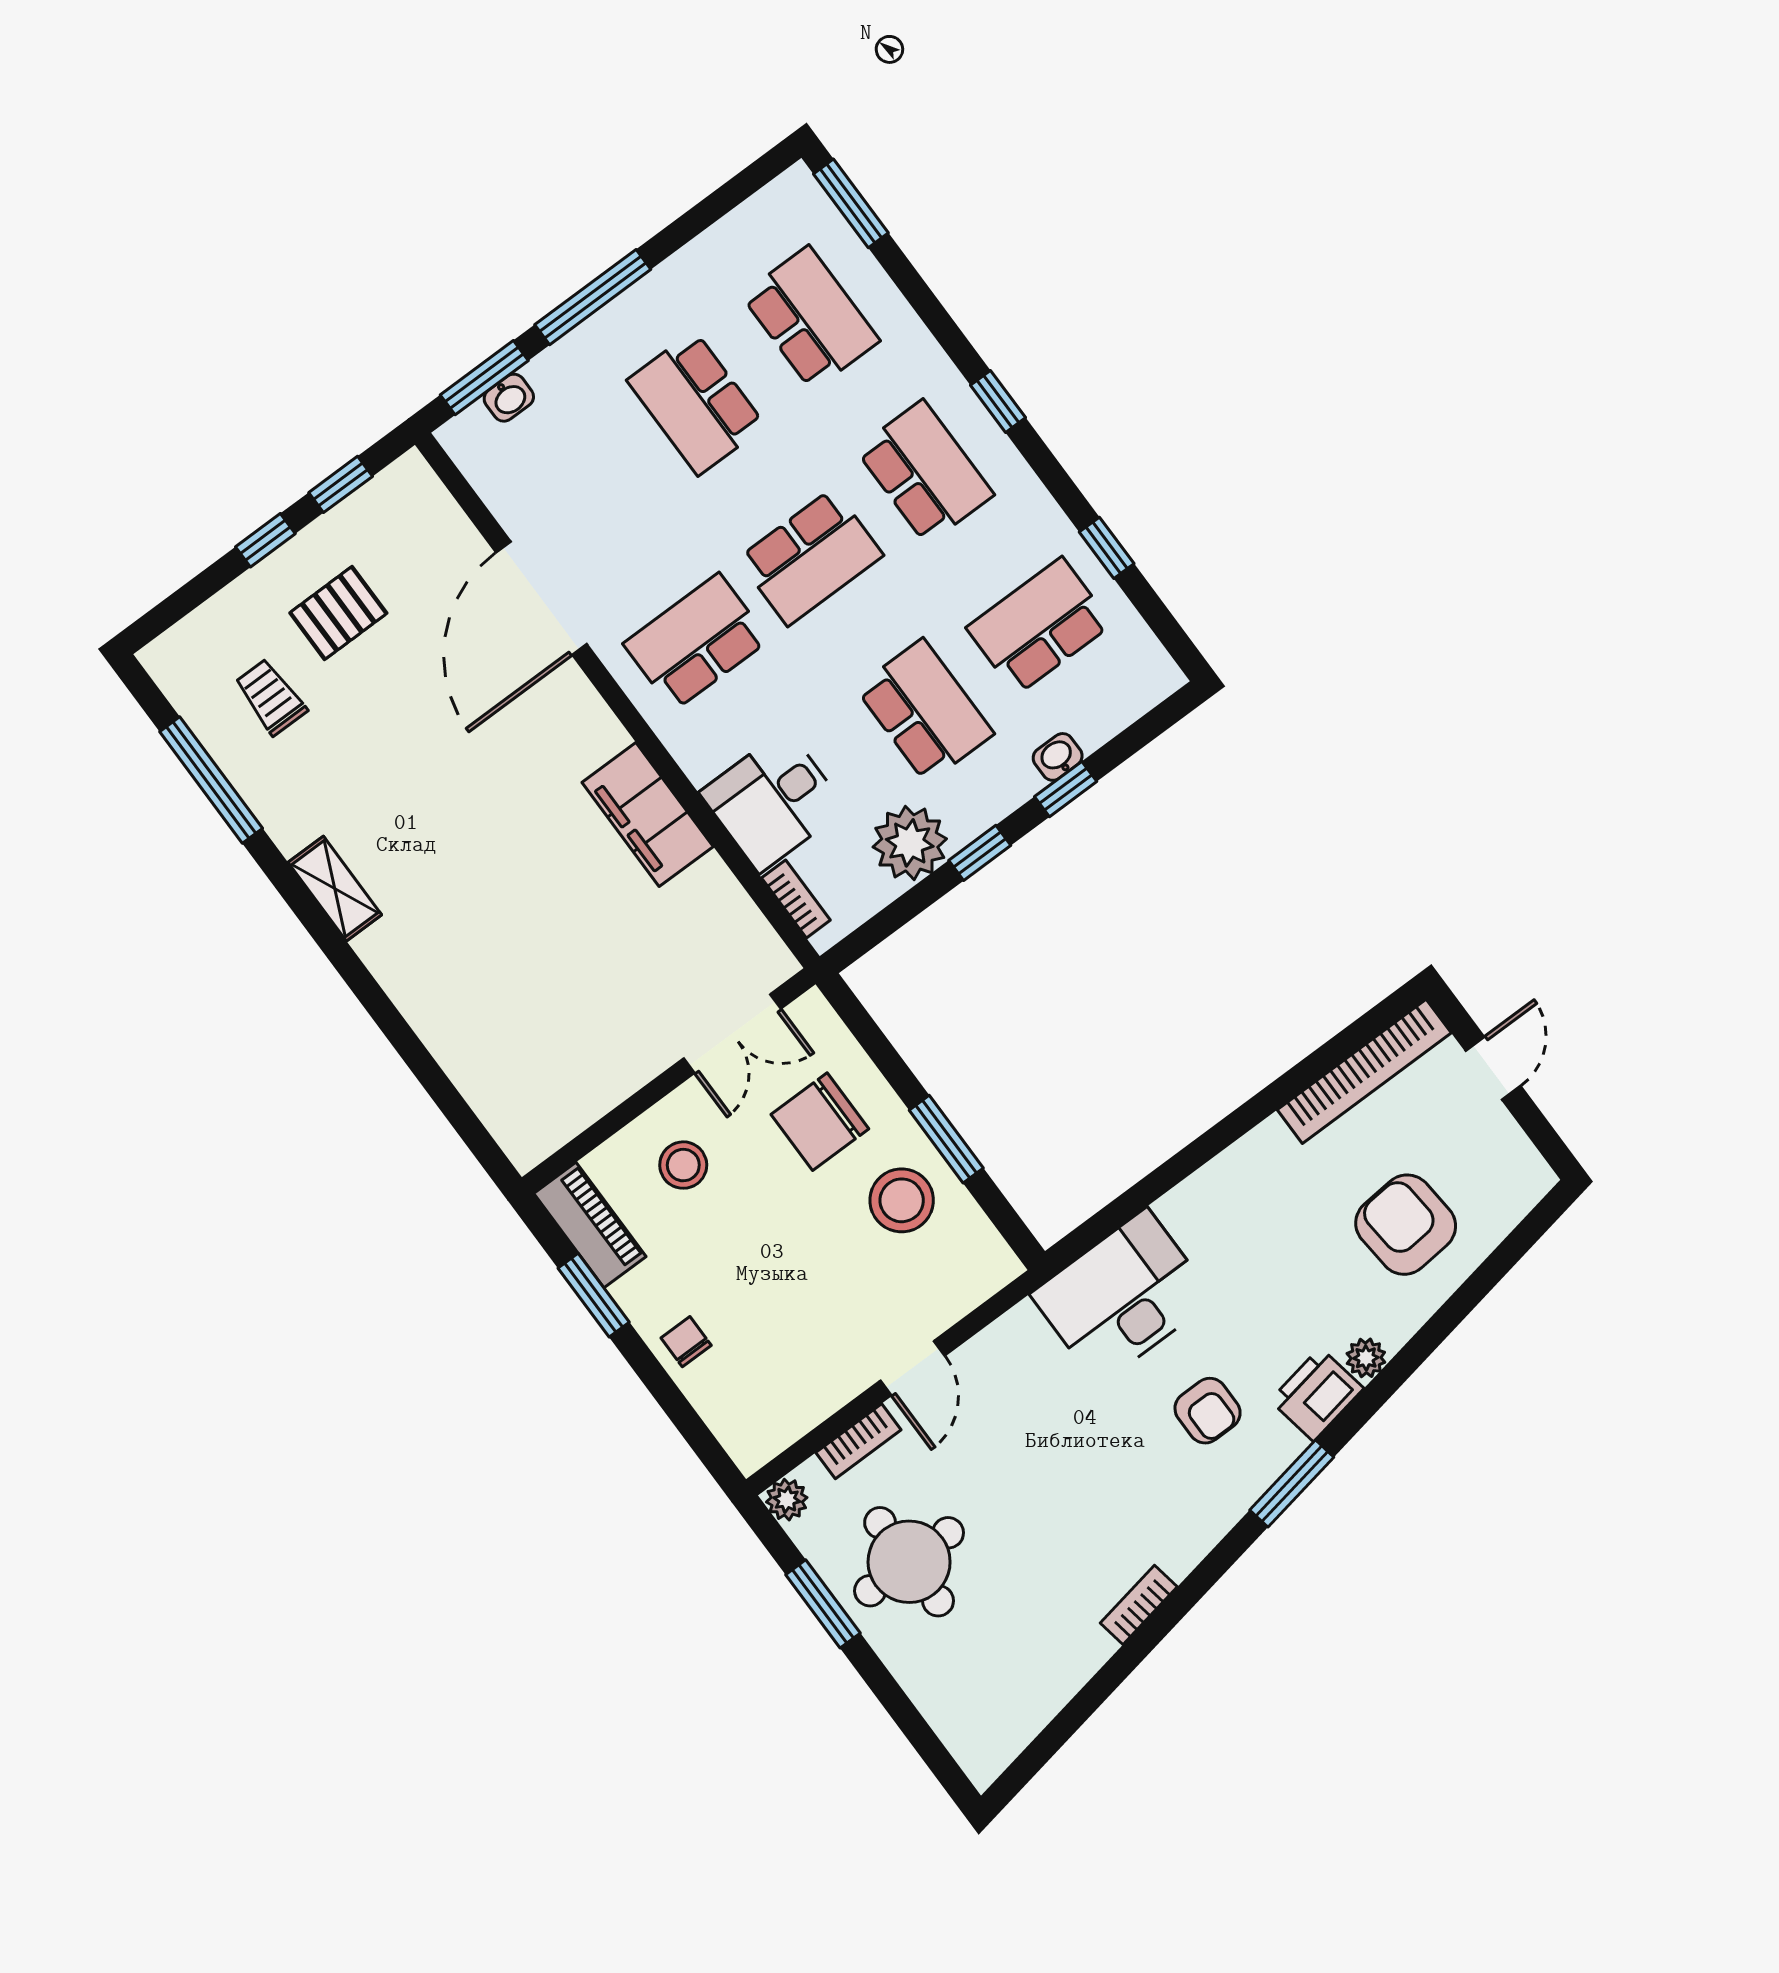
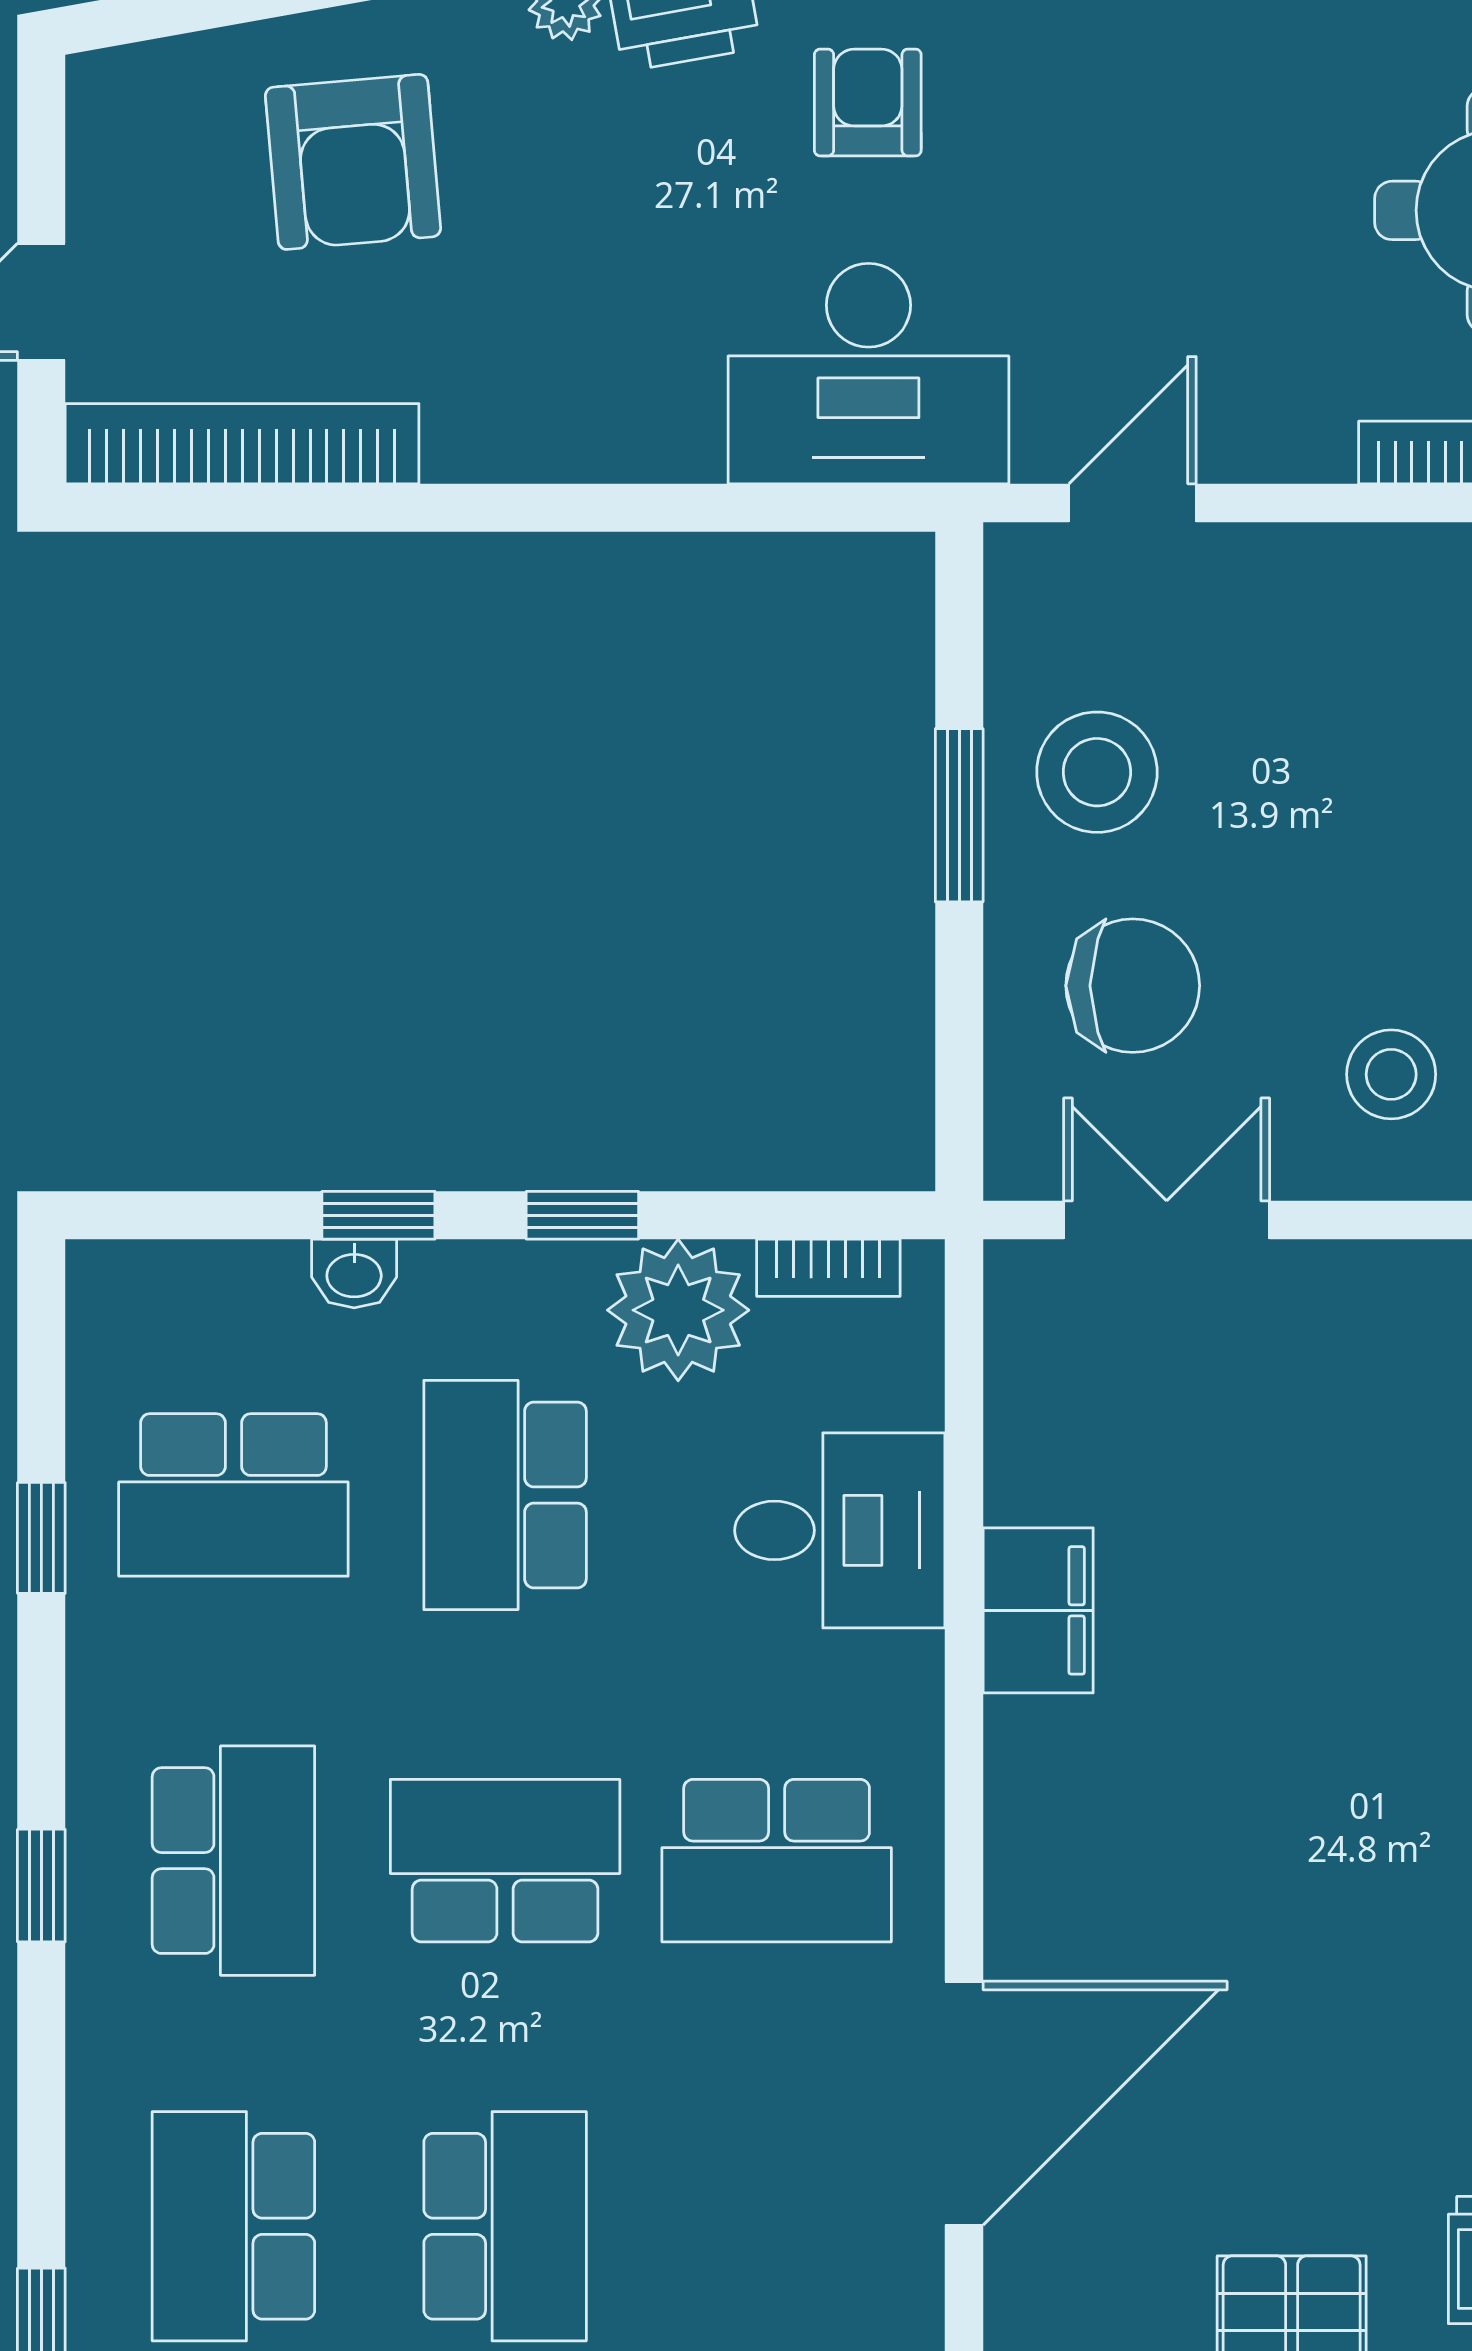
school desk: (925, 472) -> (233, 1861), turned 180
filing cabinet: (648, 814) -> (1038, 1610), width x0.67, depth x0.86
bookcase: (796, 899) -> (828, 1268), moved, turned -90
door: (912, 1368) -> (1133, 503), moved

